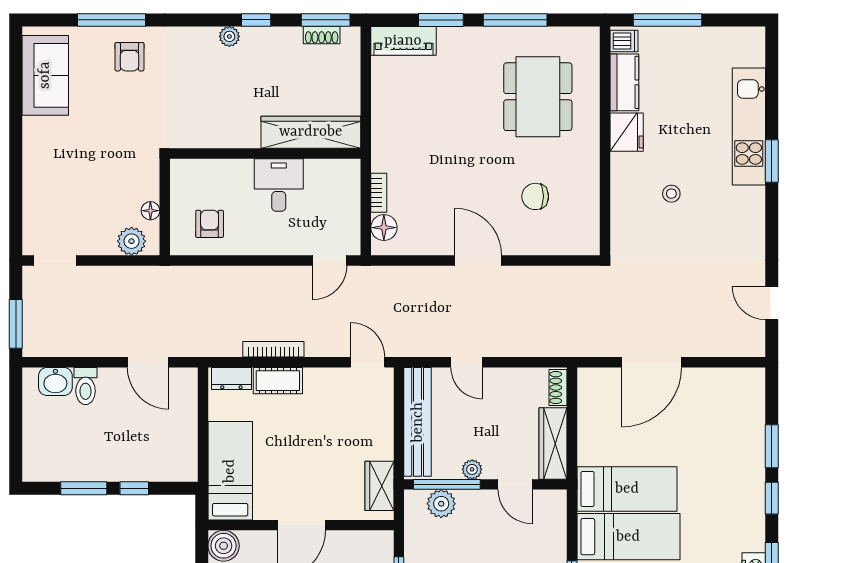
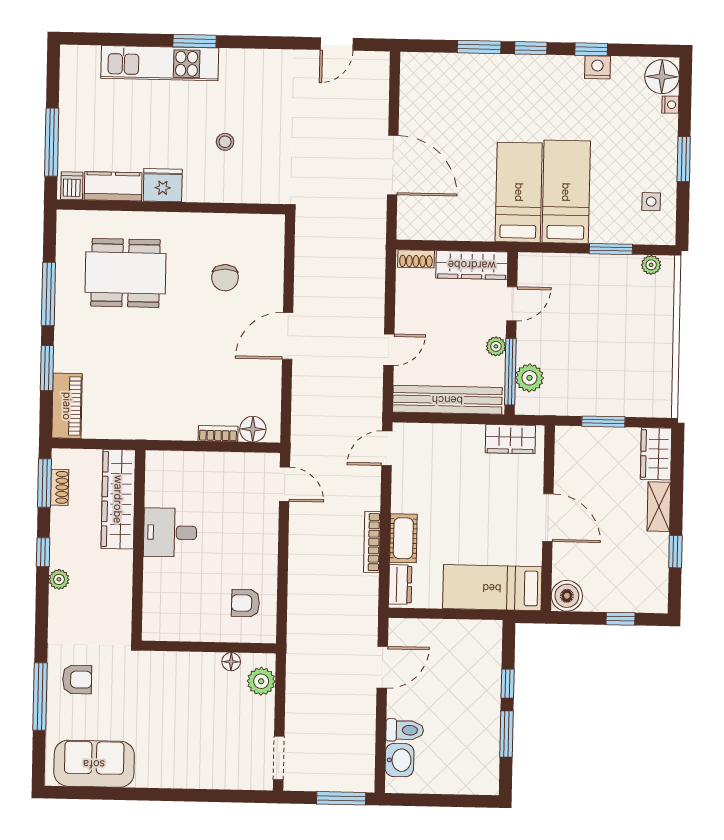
wardrobe: (311, 132) -> (118, 499), moved
wall: (265, 154) -> (138, 545), moved
desk: (279, 185) -> (170, 532), moved

